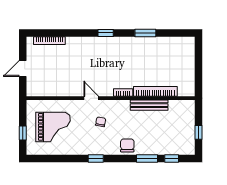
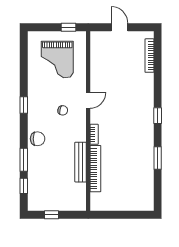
window: (23, 133) -> (68, 27), moved

